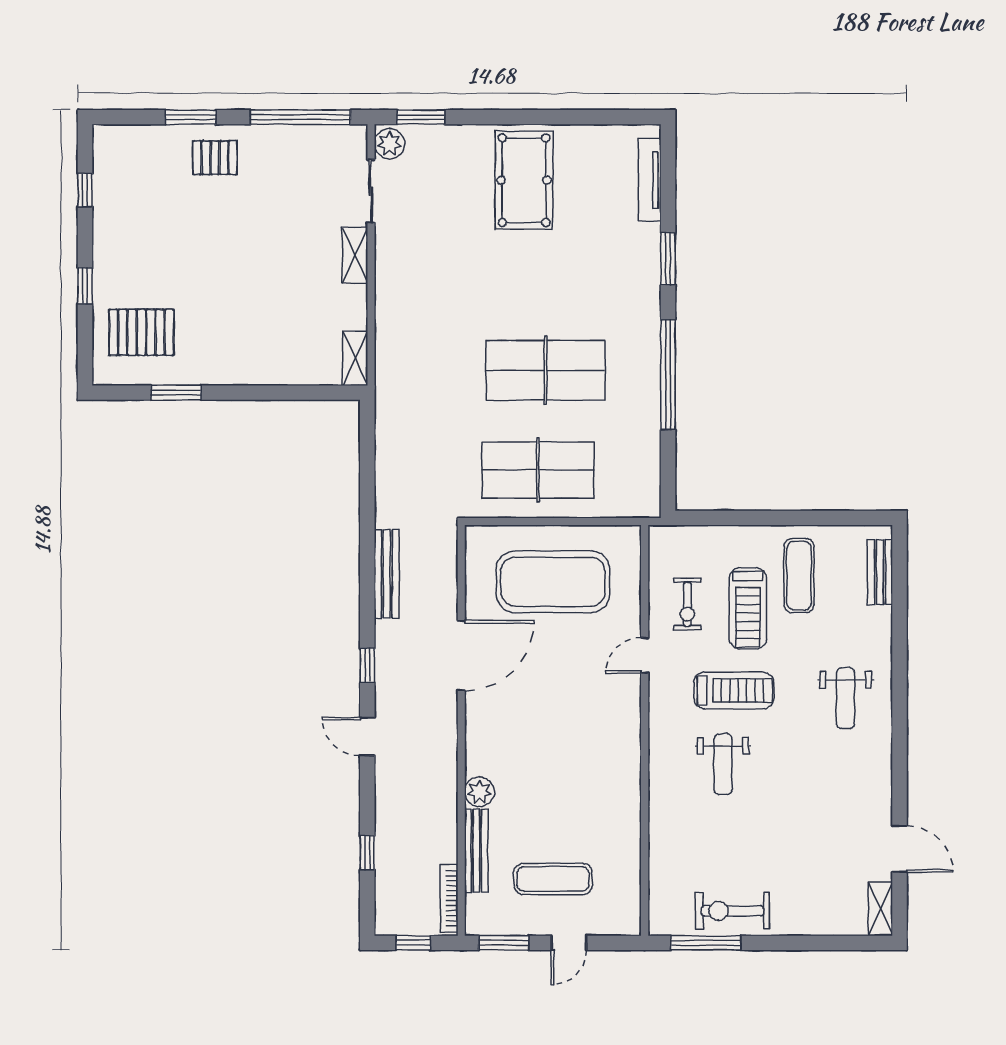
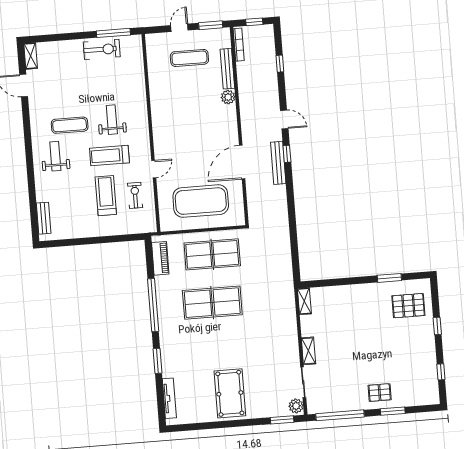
piano: (646, 470) -> (160, 258), added
bench: (387, 574) -> (278, 163), moved
exercise mat: (799, 576) -> (70, 125), moved, turned 90

